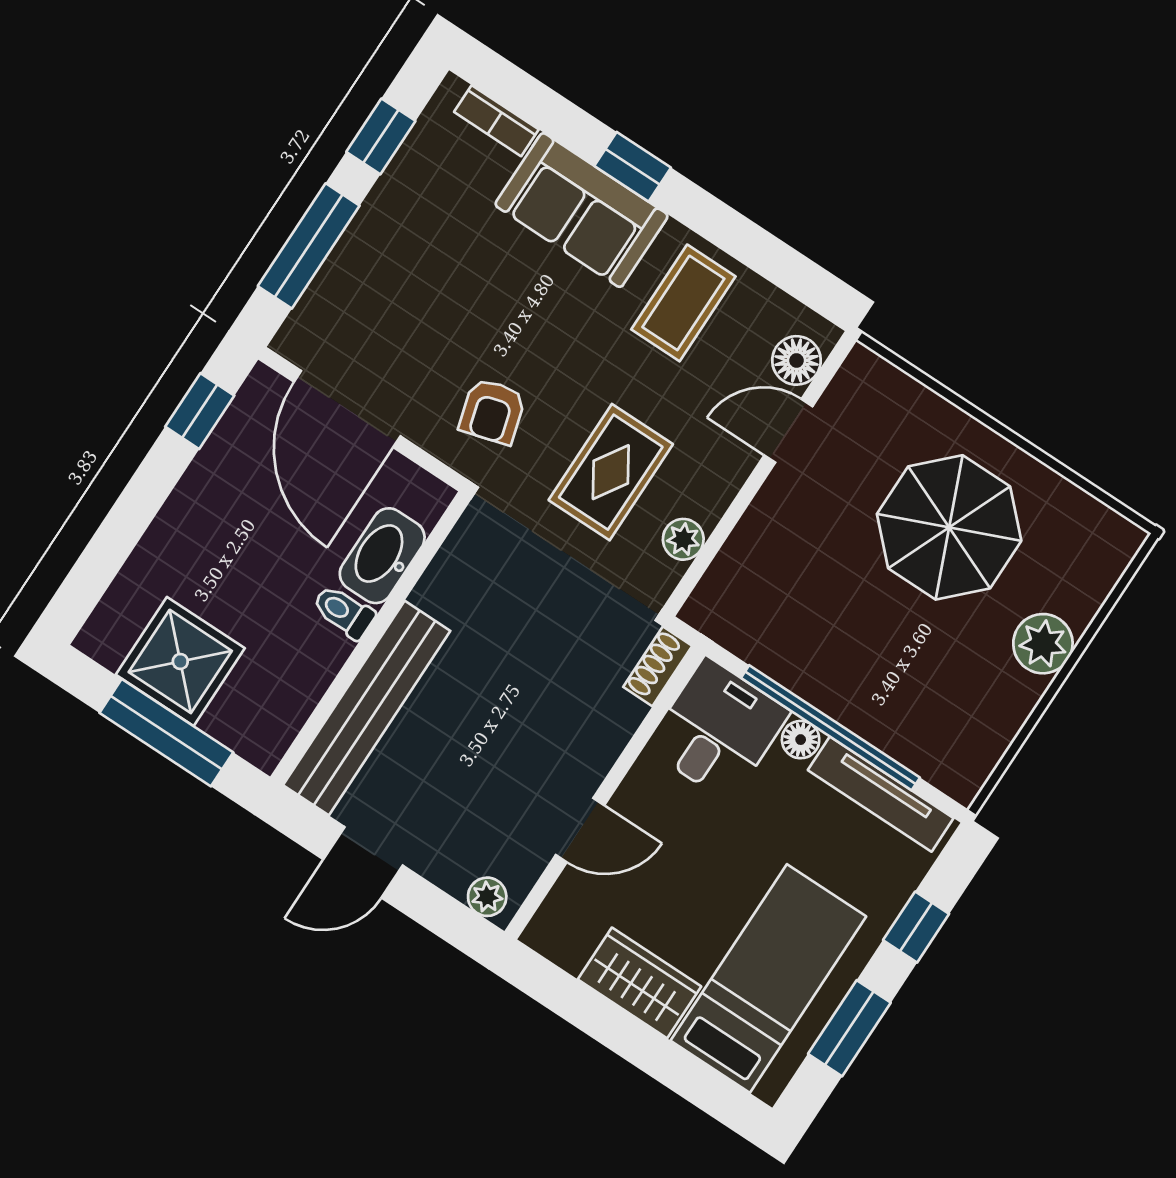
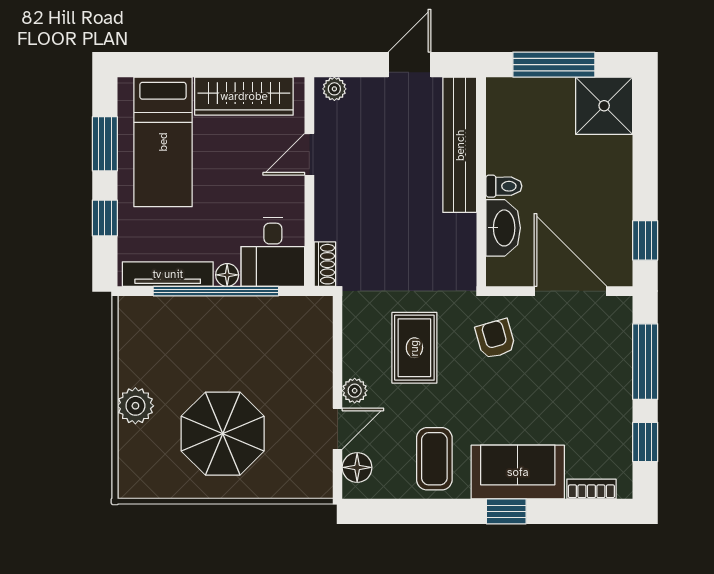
plant: (683, 539) -> (355, 391), moved
shower: (180, 661) -> (604, 106), moved
wardrobe: (639, 983) -> (244, 96), width x1.50

